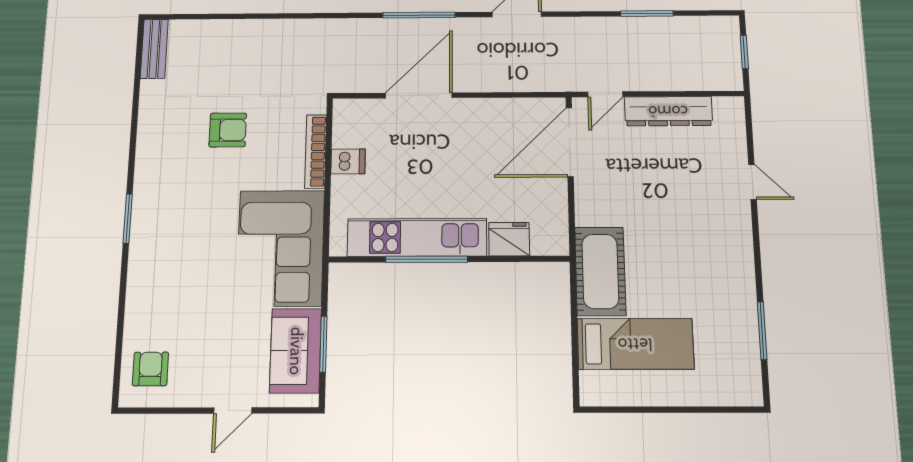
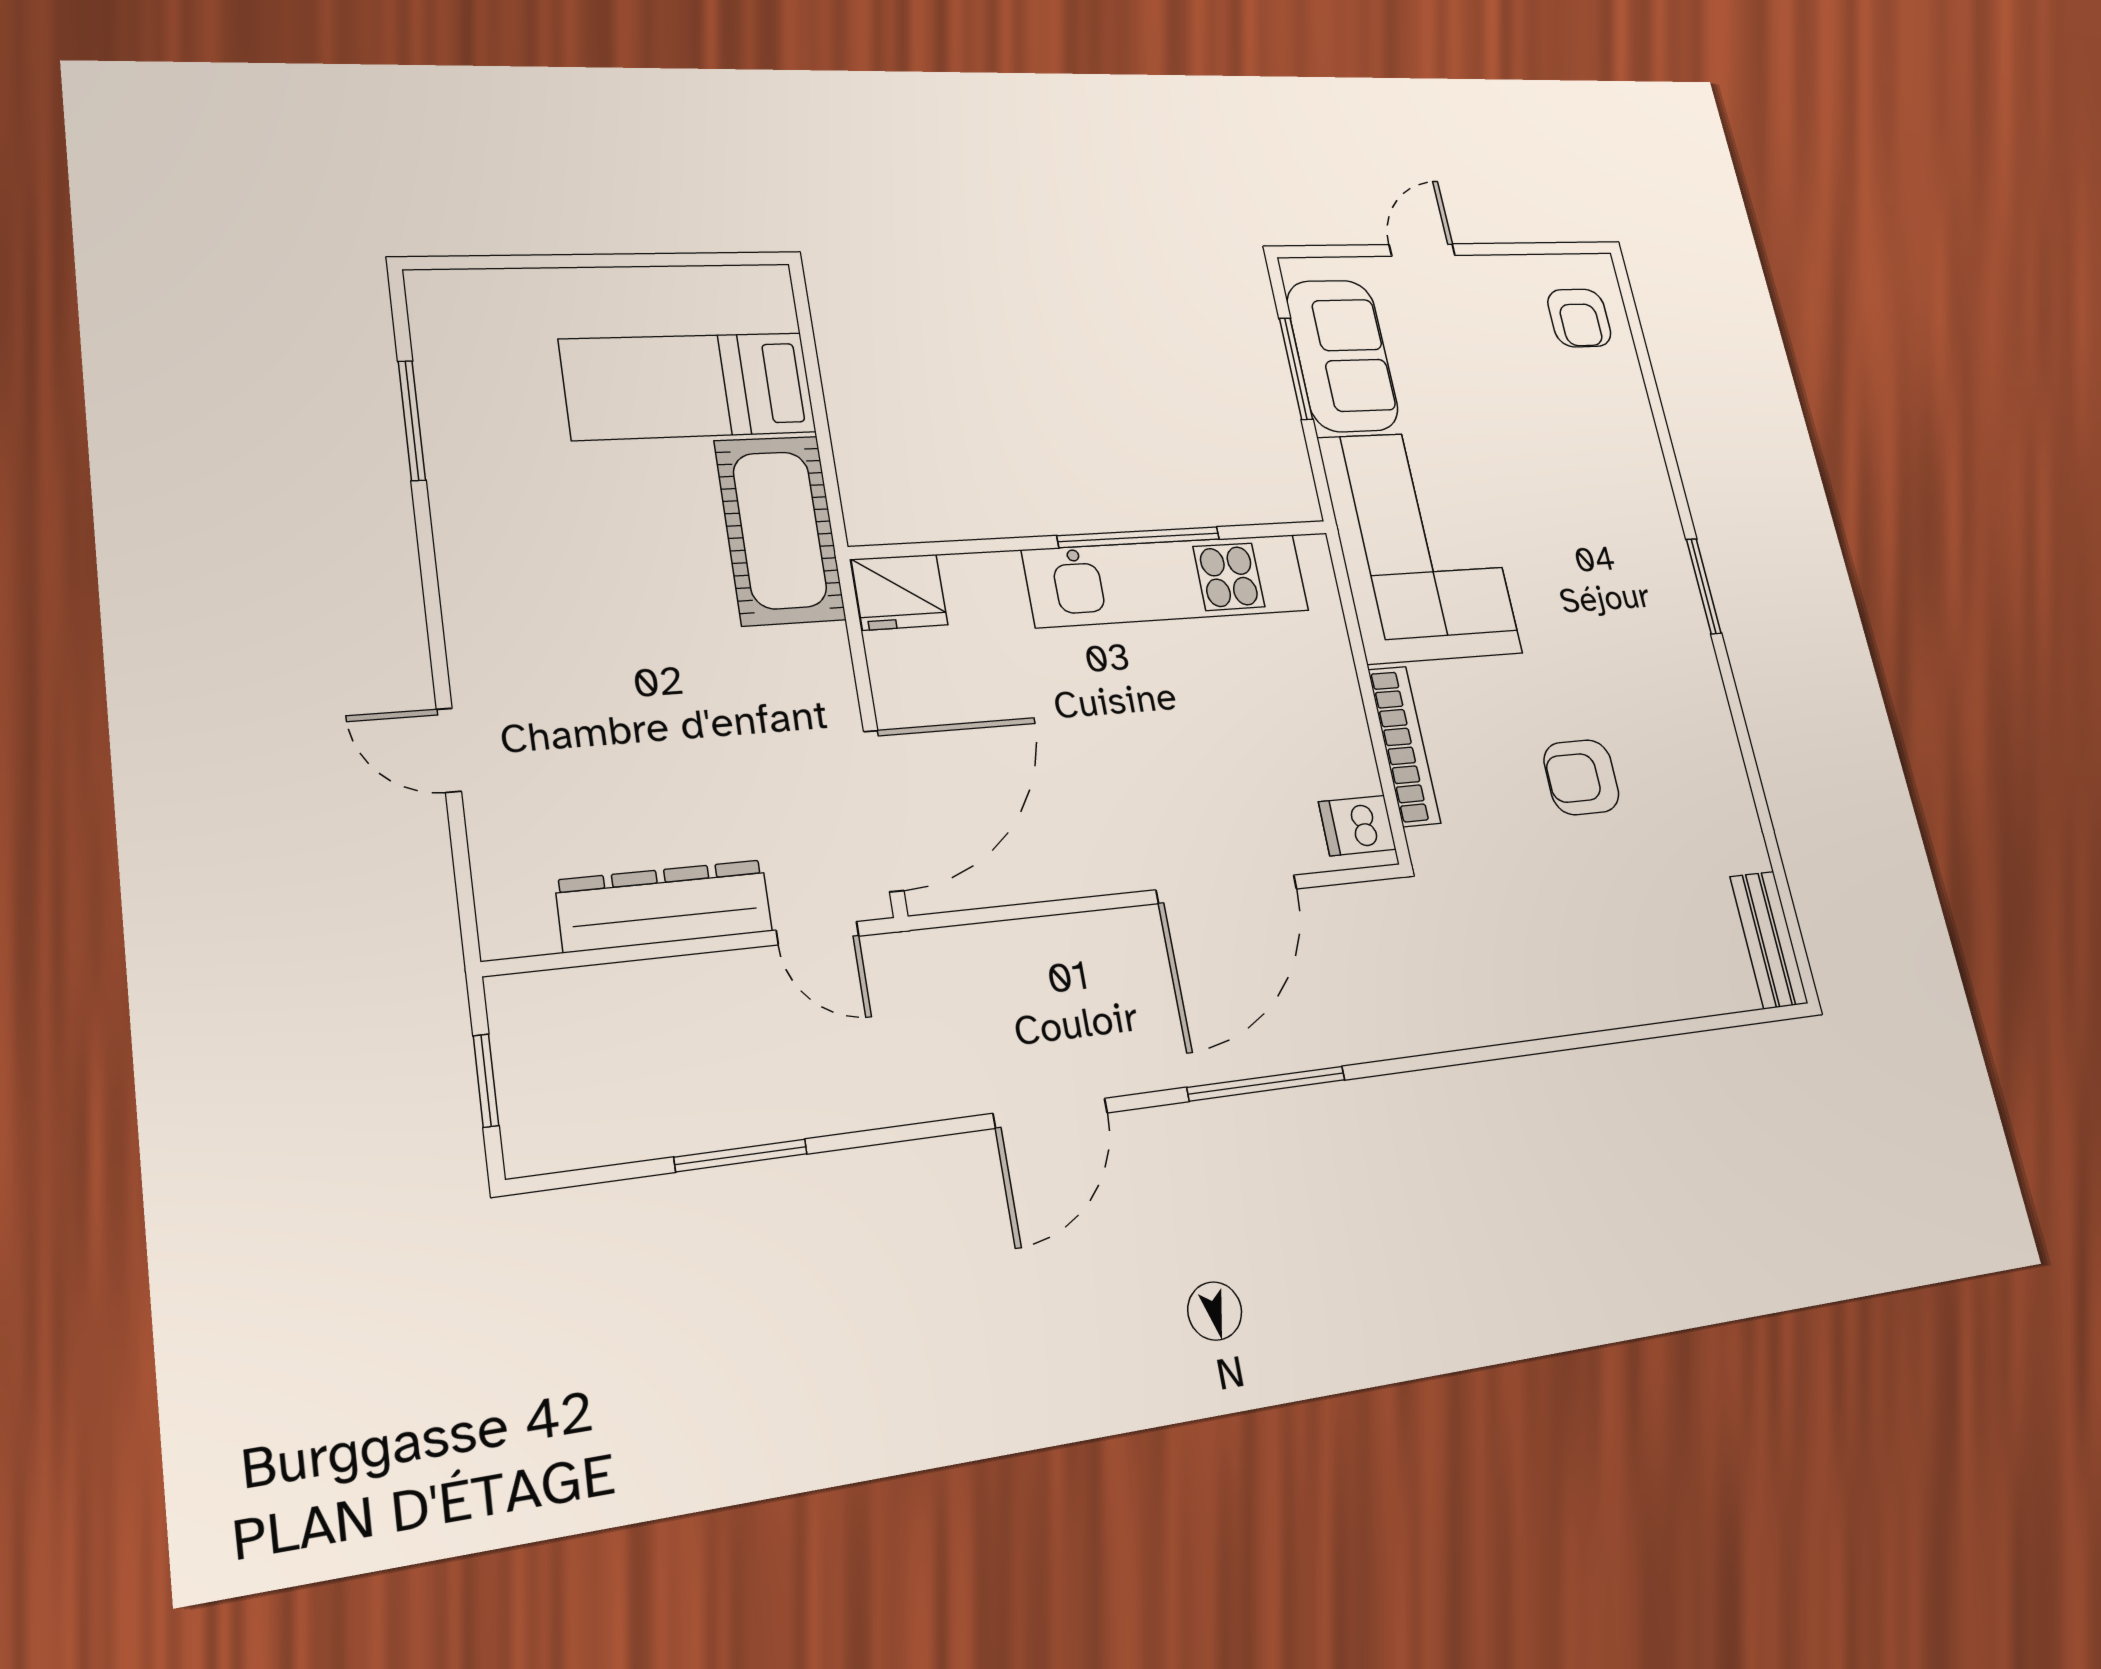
door: (605, 94) -> (818, 933), swing flipped
dishwasher: (348, 161) -> (1357, 825), moved
fridge: (509, 239) -> (900, 592), moved

